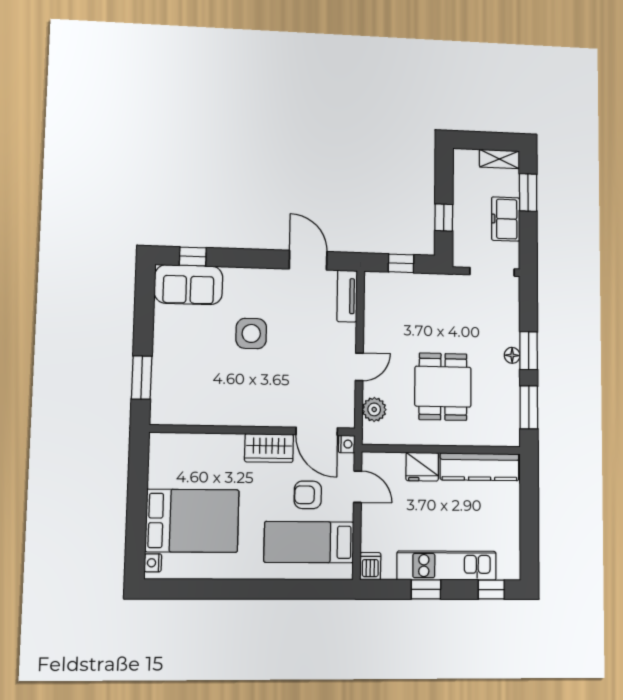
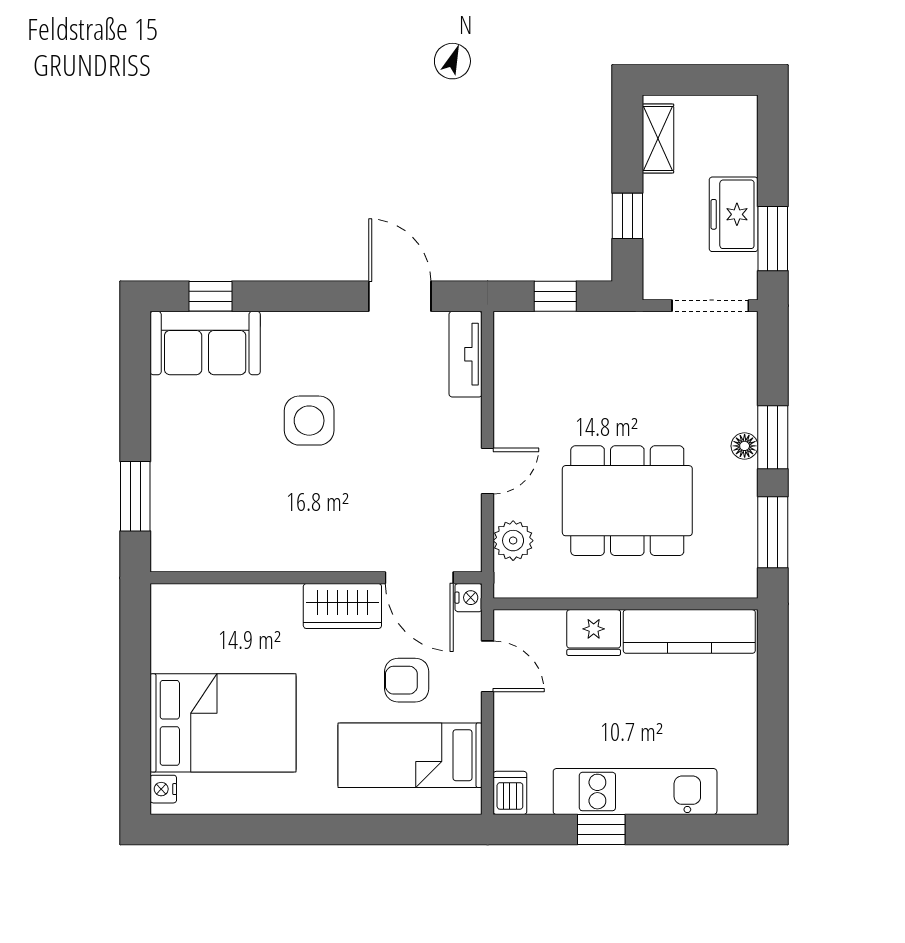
shelving: (499, 159) -> (658, 138), moved, turned 90
window: (528, 192) -> (773, 239), moved
dining table: (443, 387) -> (627, 501), width x1.37
window: (491, 590) -> (709, 829), removed

